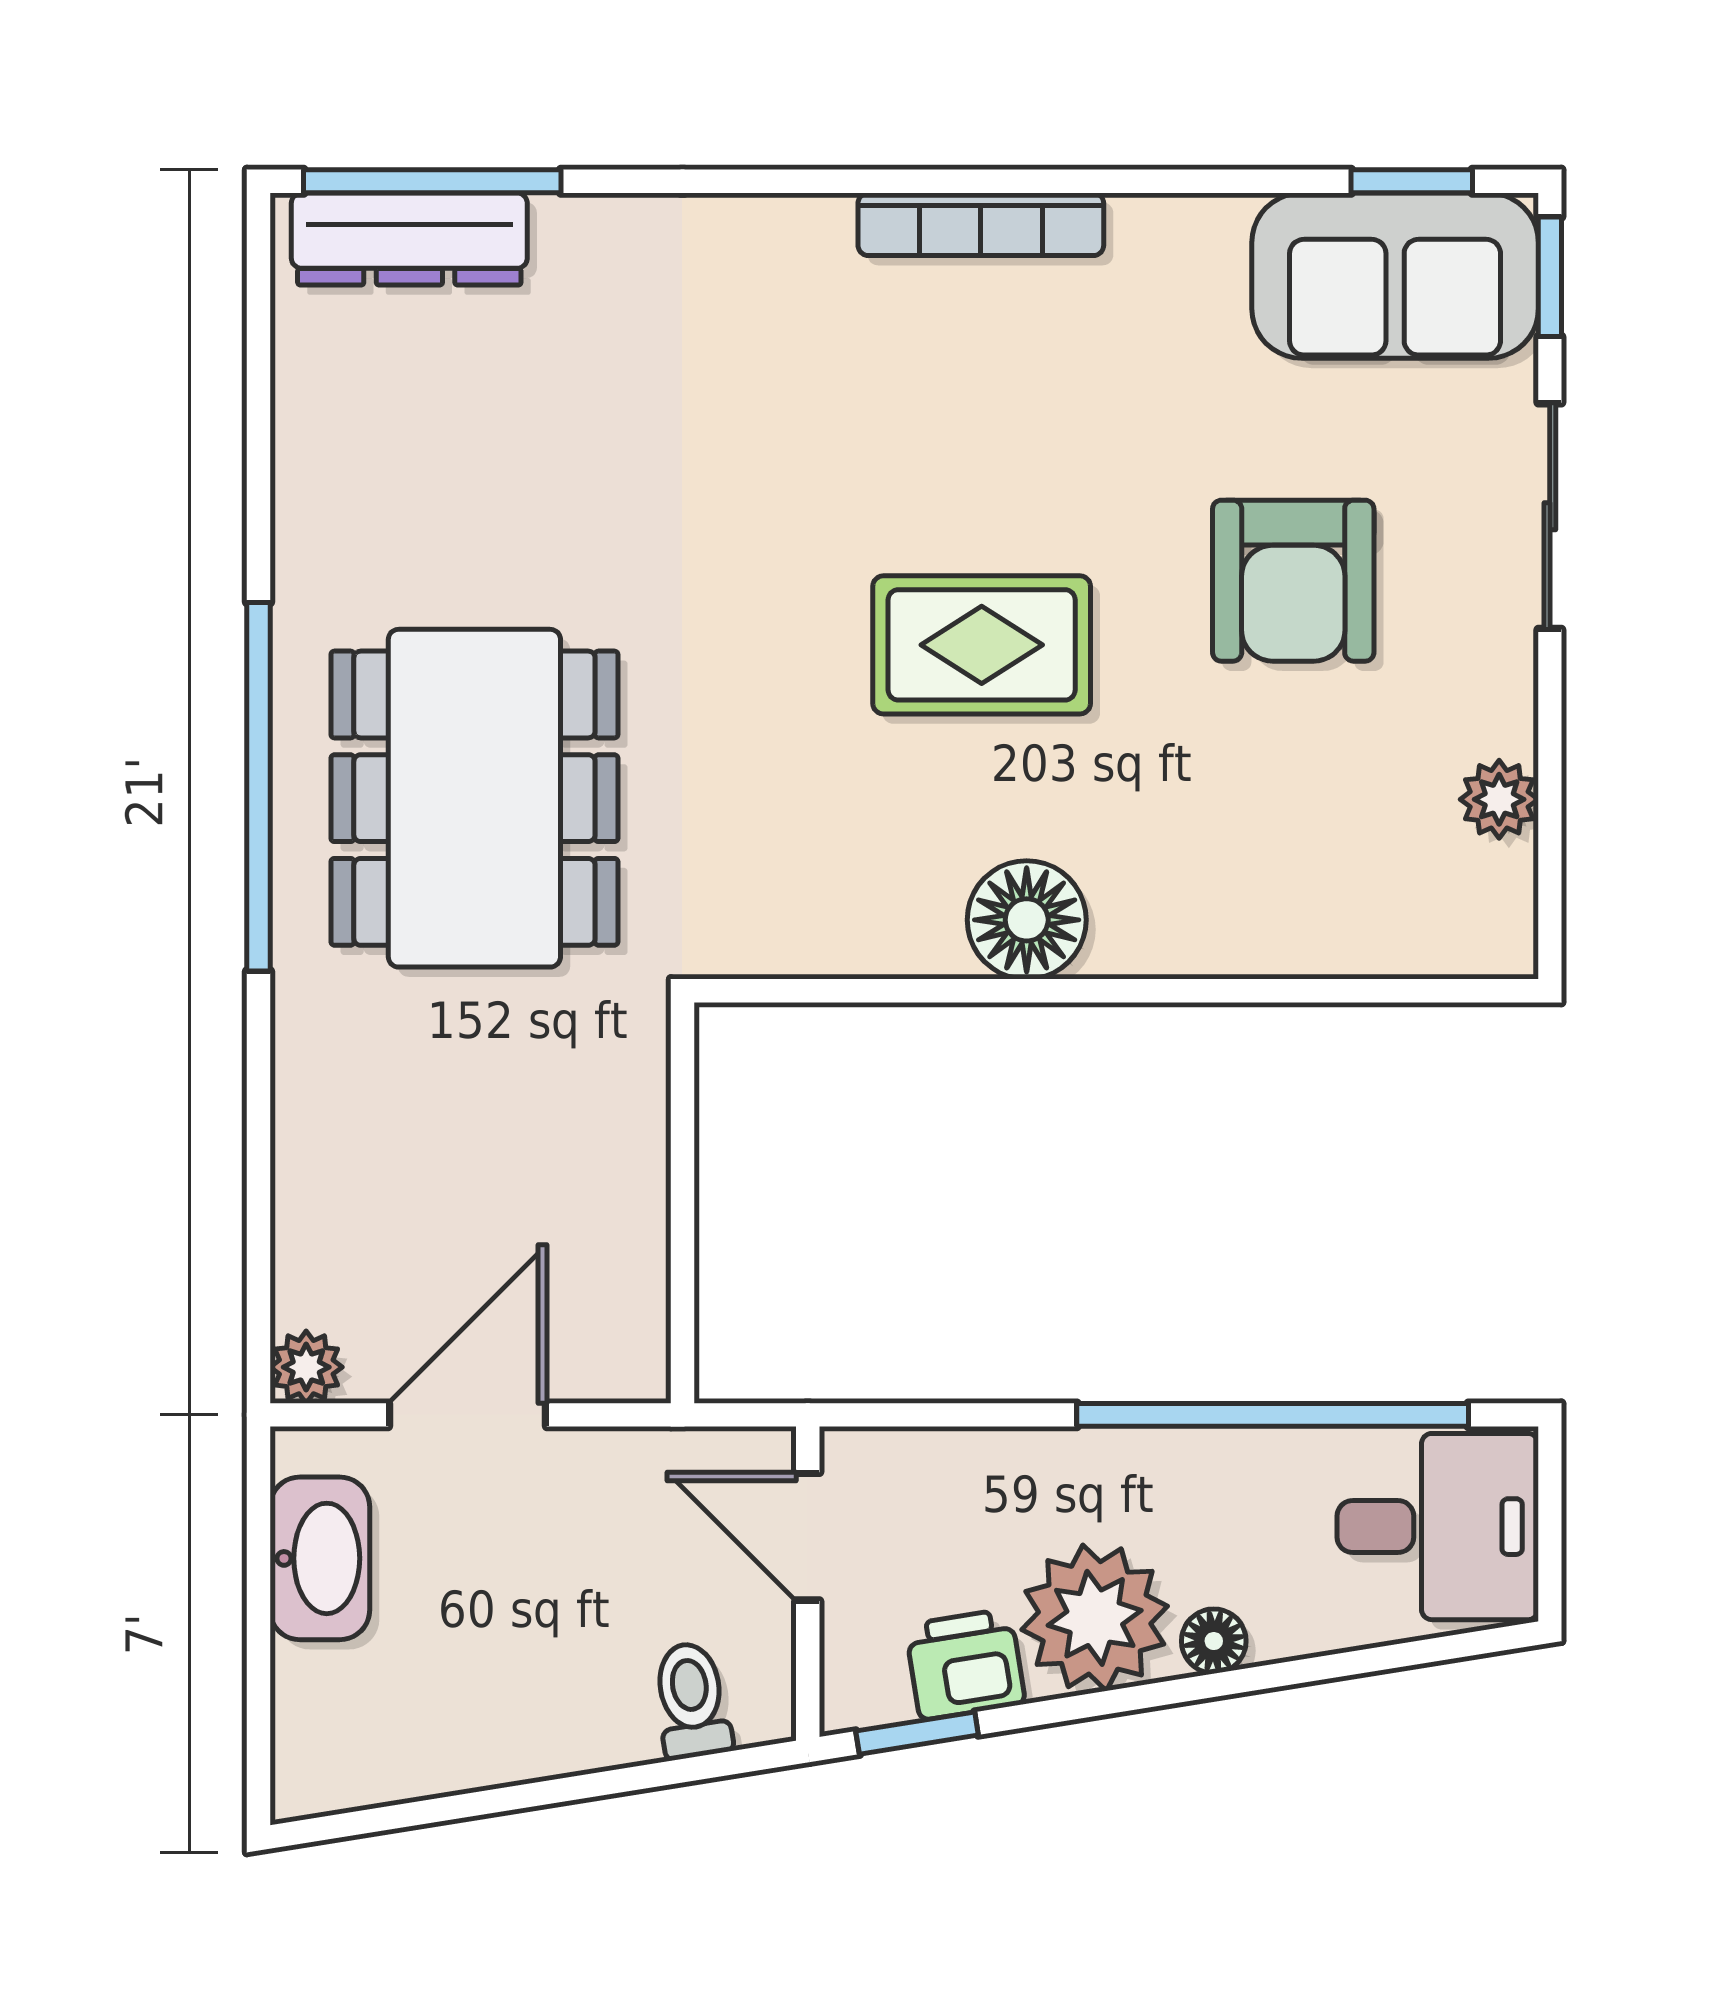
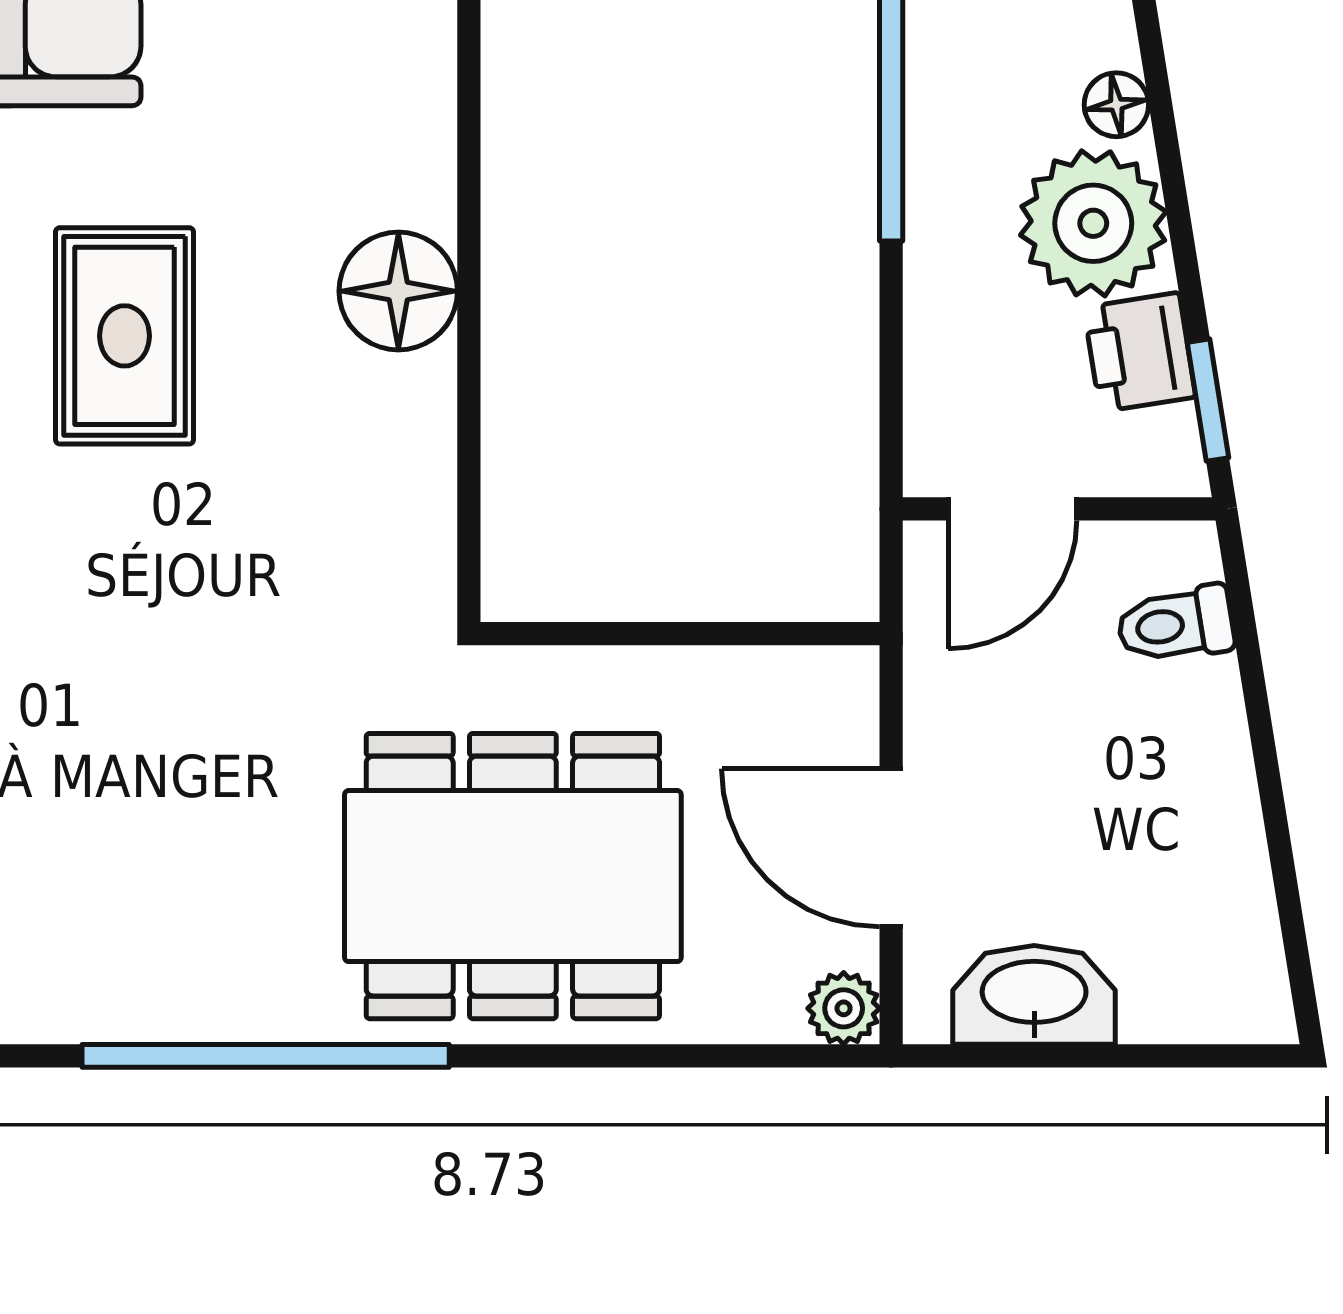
dining table: (474, 798) -> (513, 876), moved

